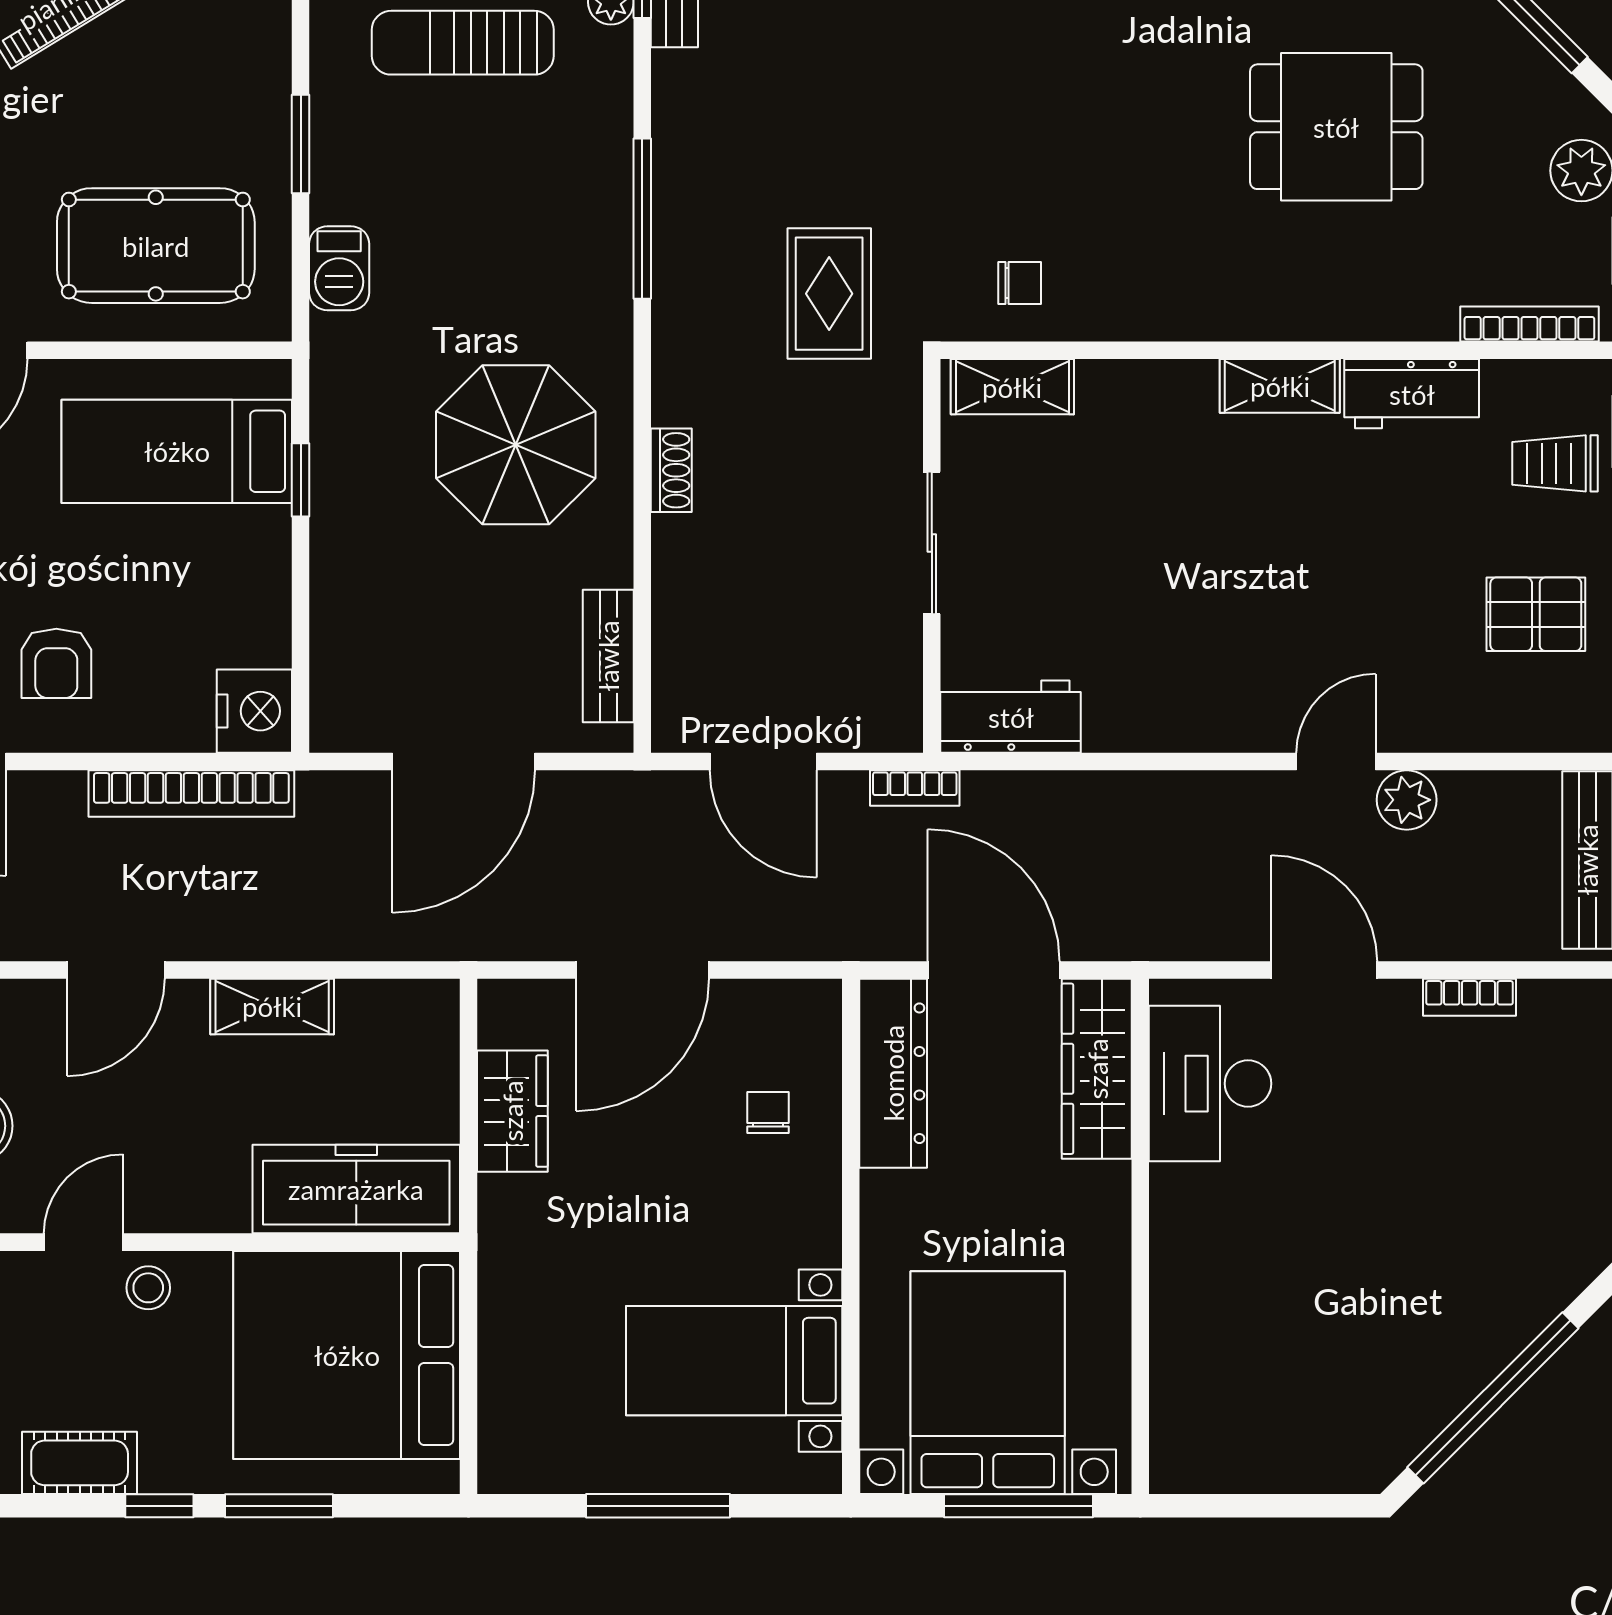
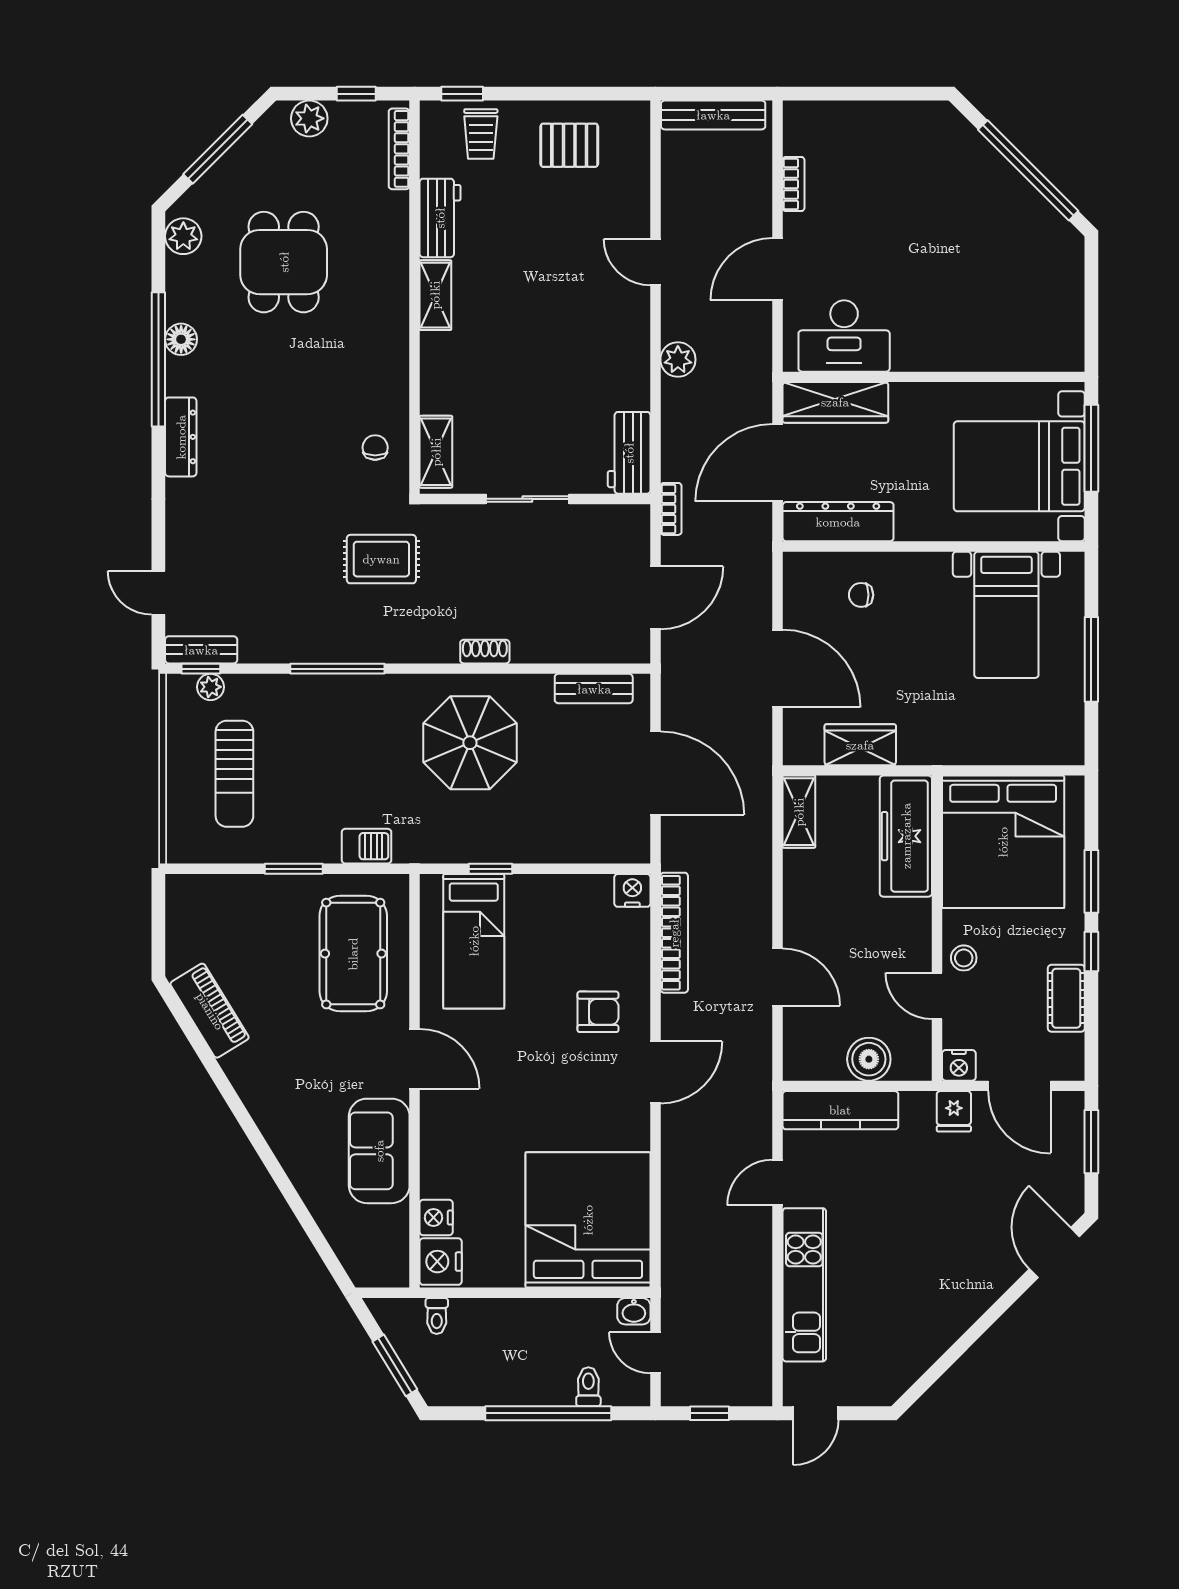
pallet: (1536, 614) -> (569, 145), turned 90
nightstand: (254, 711) -> (632, 890), width x0.74, depth x0.75
plant: (1407, 800) -> (678, 360), moved
shelving: (272, 1006) -> (799, 812), moved

